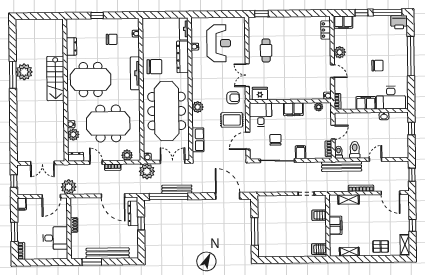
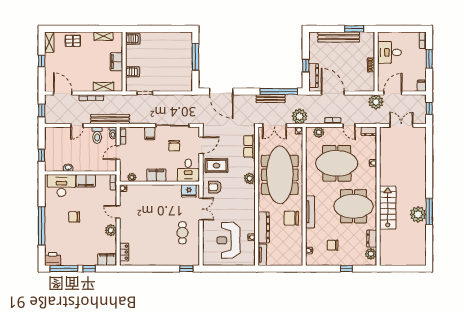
plant: (73, 135) -> (371, 254), moved

